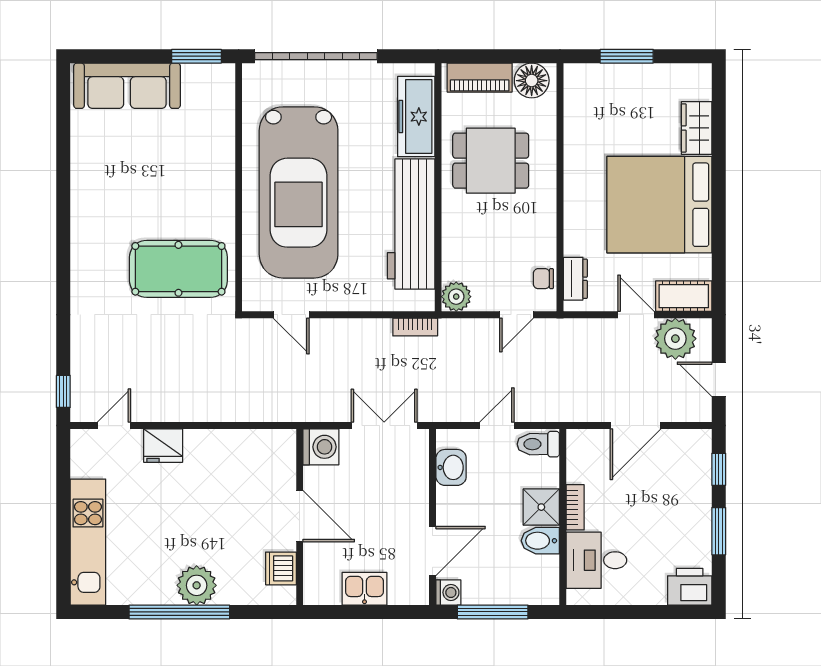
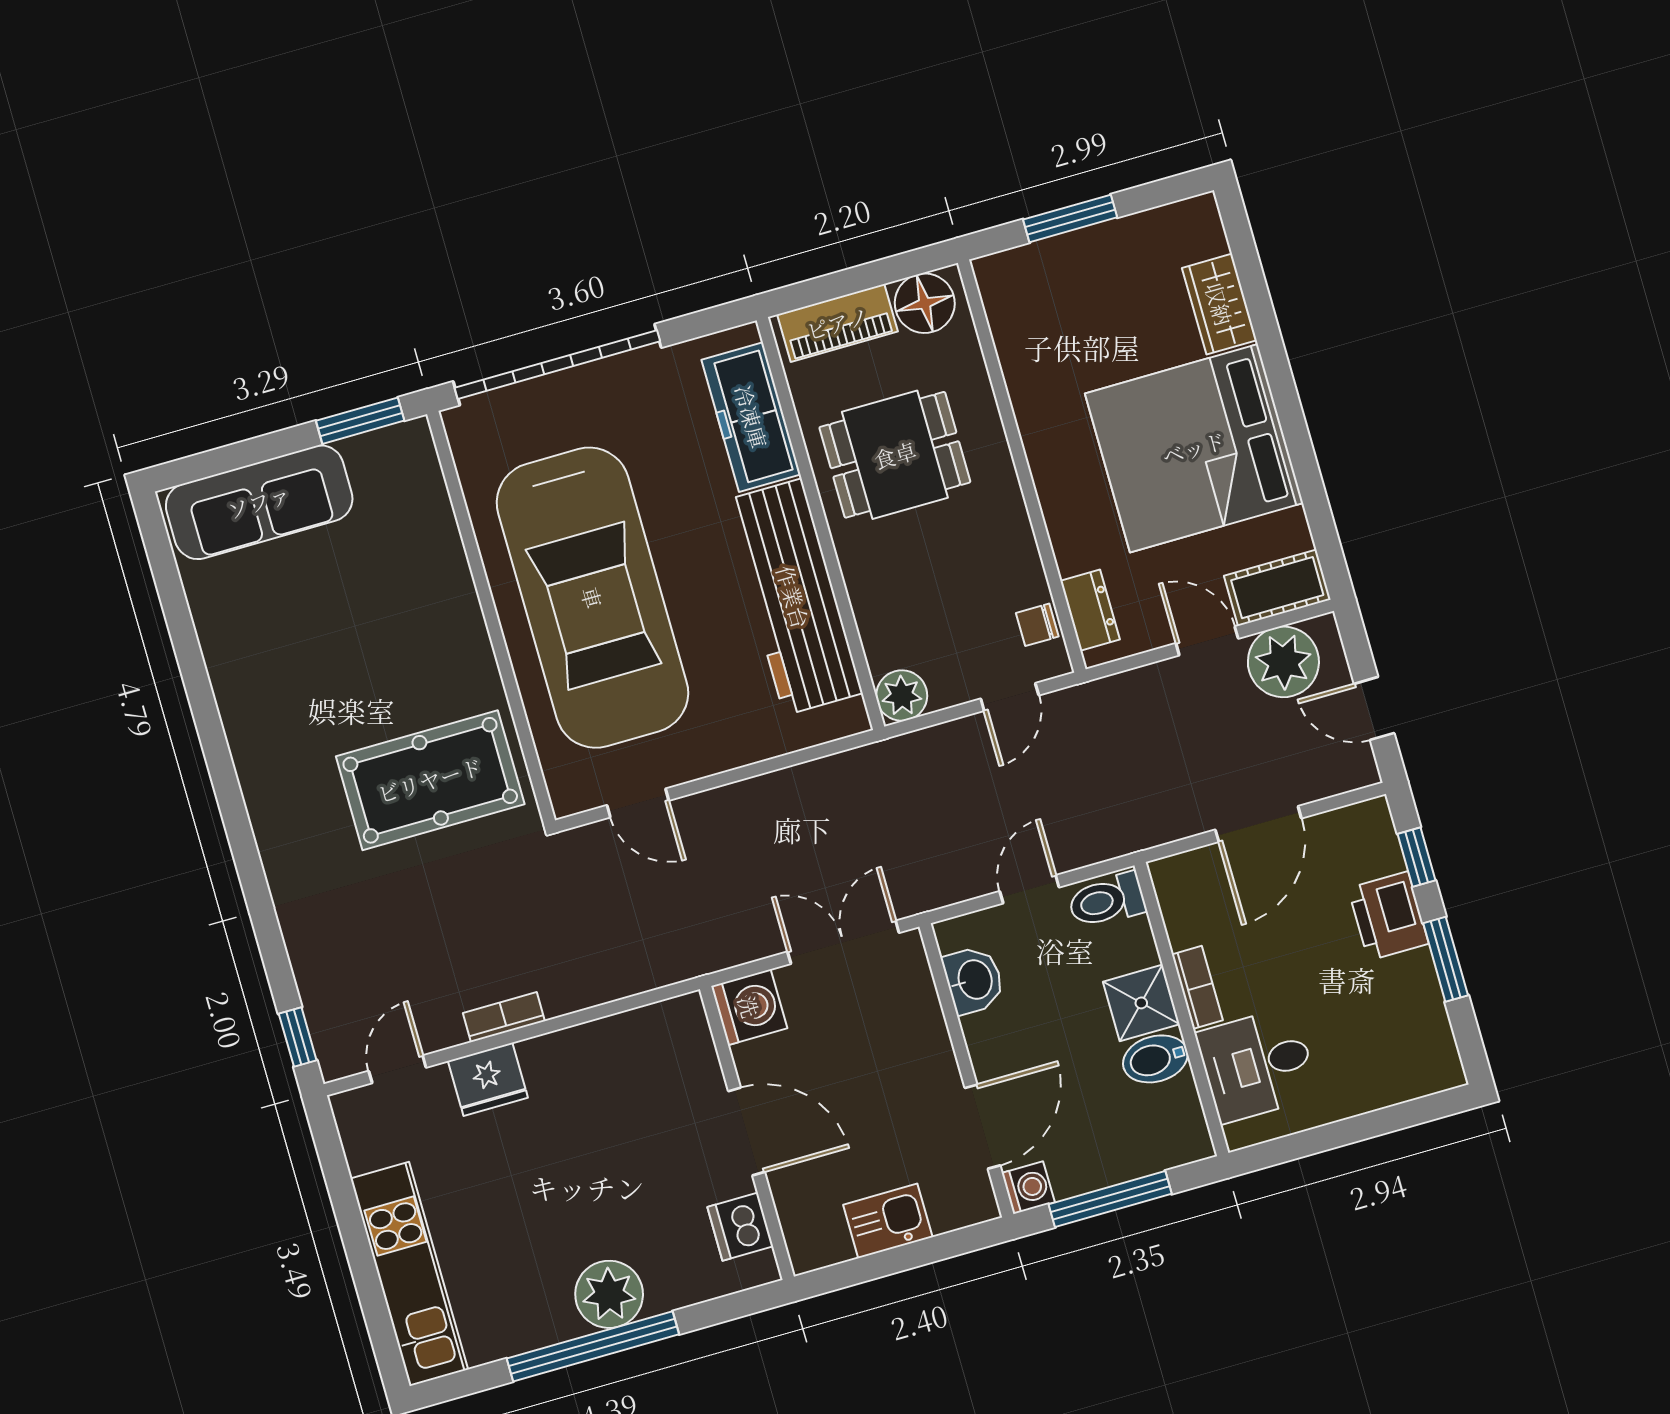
bookcase: (415, 327) -> (504, 1017), moved, turned 180
printer: (690, 587) -> (1388, 916), moved, turned -90

